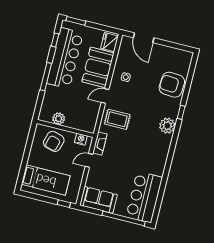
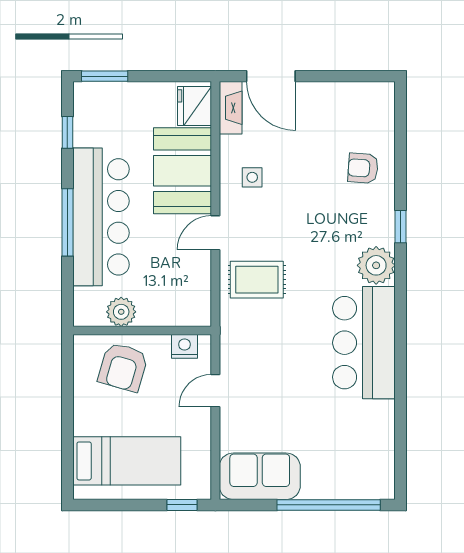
bar counter: (65, 58) -> (101, 217), moved
armchair: (172, 85) -> (363, 168), width x0.53, depth x0.53
fireplace: (100, 144) -> (231, 108), moved
bar counter: (144, 197) -> (364, 343), moved

